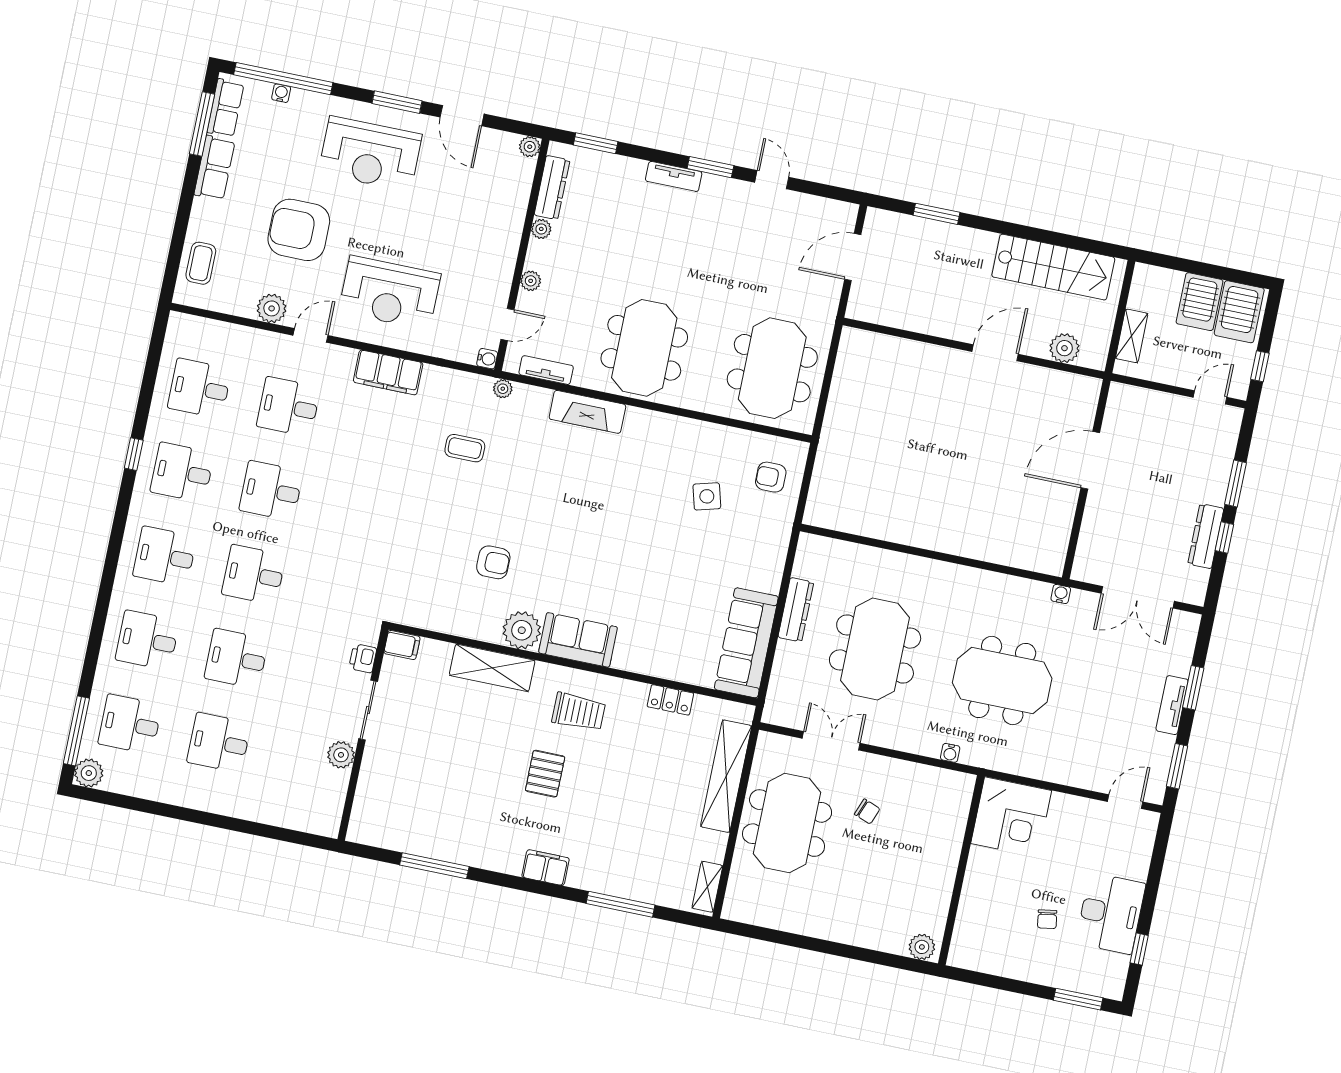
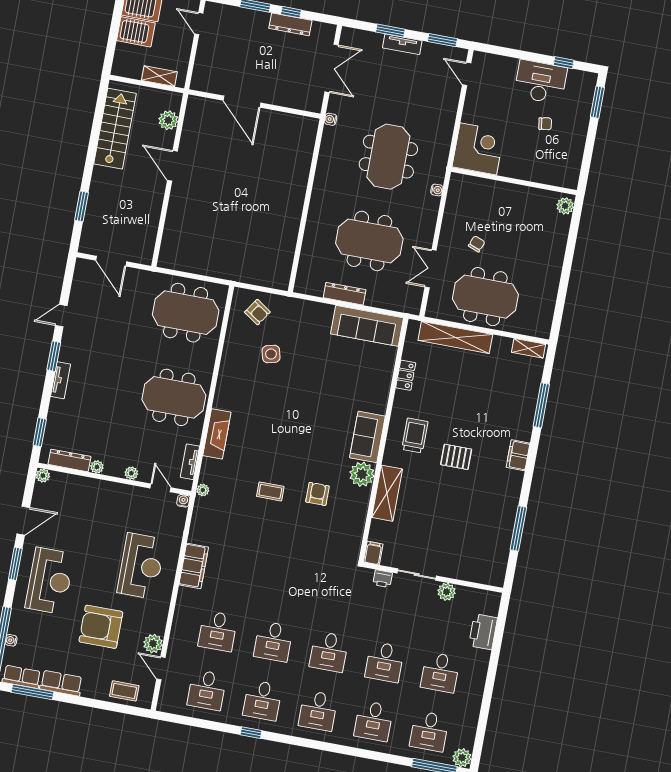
armchair: (299, 230) -> (101, 627), turned 90
door: (310, 335) -> (161, 668), moved
coffee table: (465, 448) -> (270, 491), moved, turned 90
armchair: (771, 477) -> (257, 312), turned -56
printer: (279, 809) -> (483, 632), added

